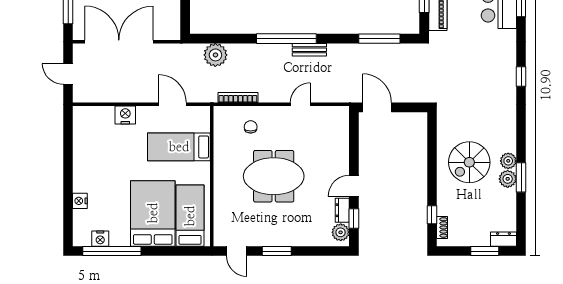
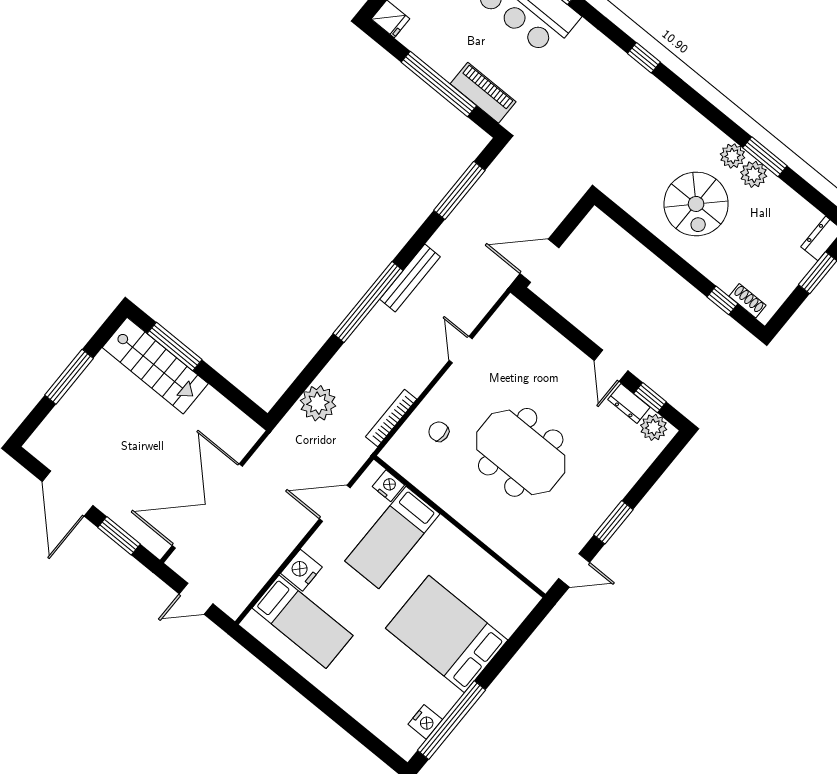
bench: (309, 50) -> (410, 278), width x1.36
meeting table: (274, 176) -> (521, 452), turned 90
nightstand: (80, 201) -> (388, 486), moved, turned 180
bed: (190, 216) -> (303, 622), moved, turned 180

